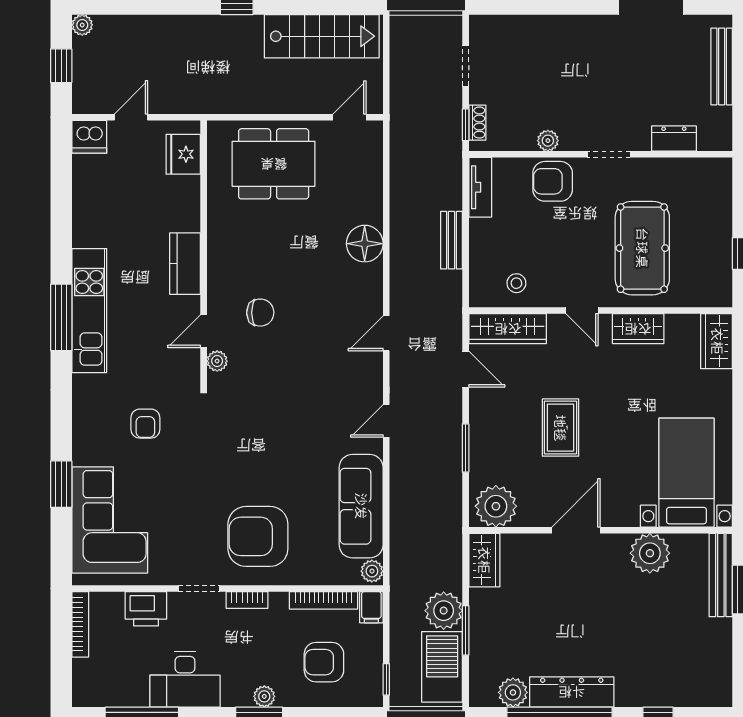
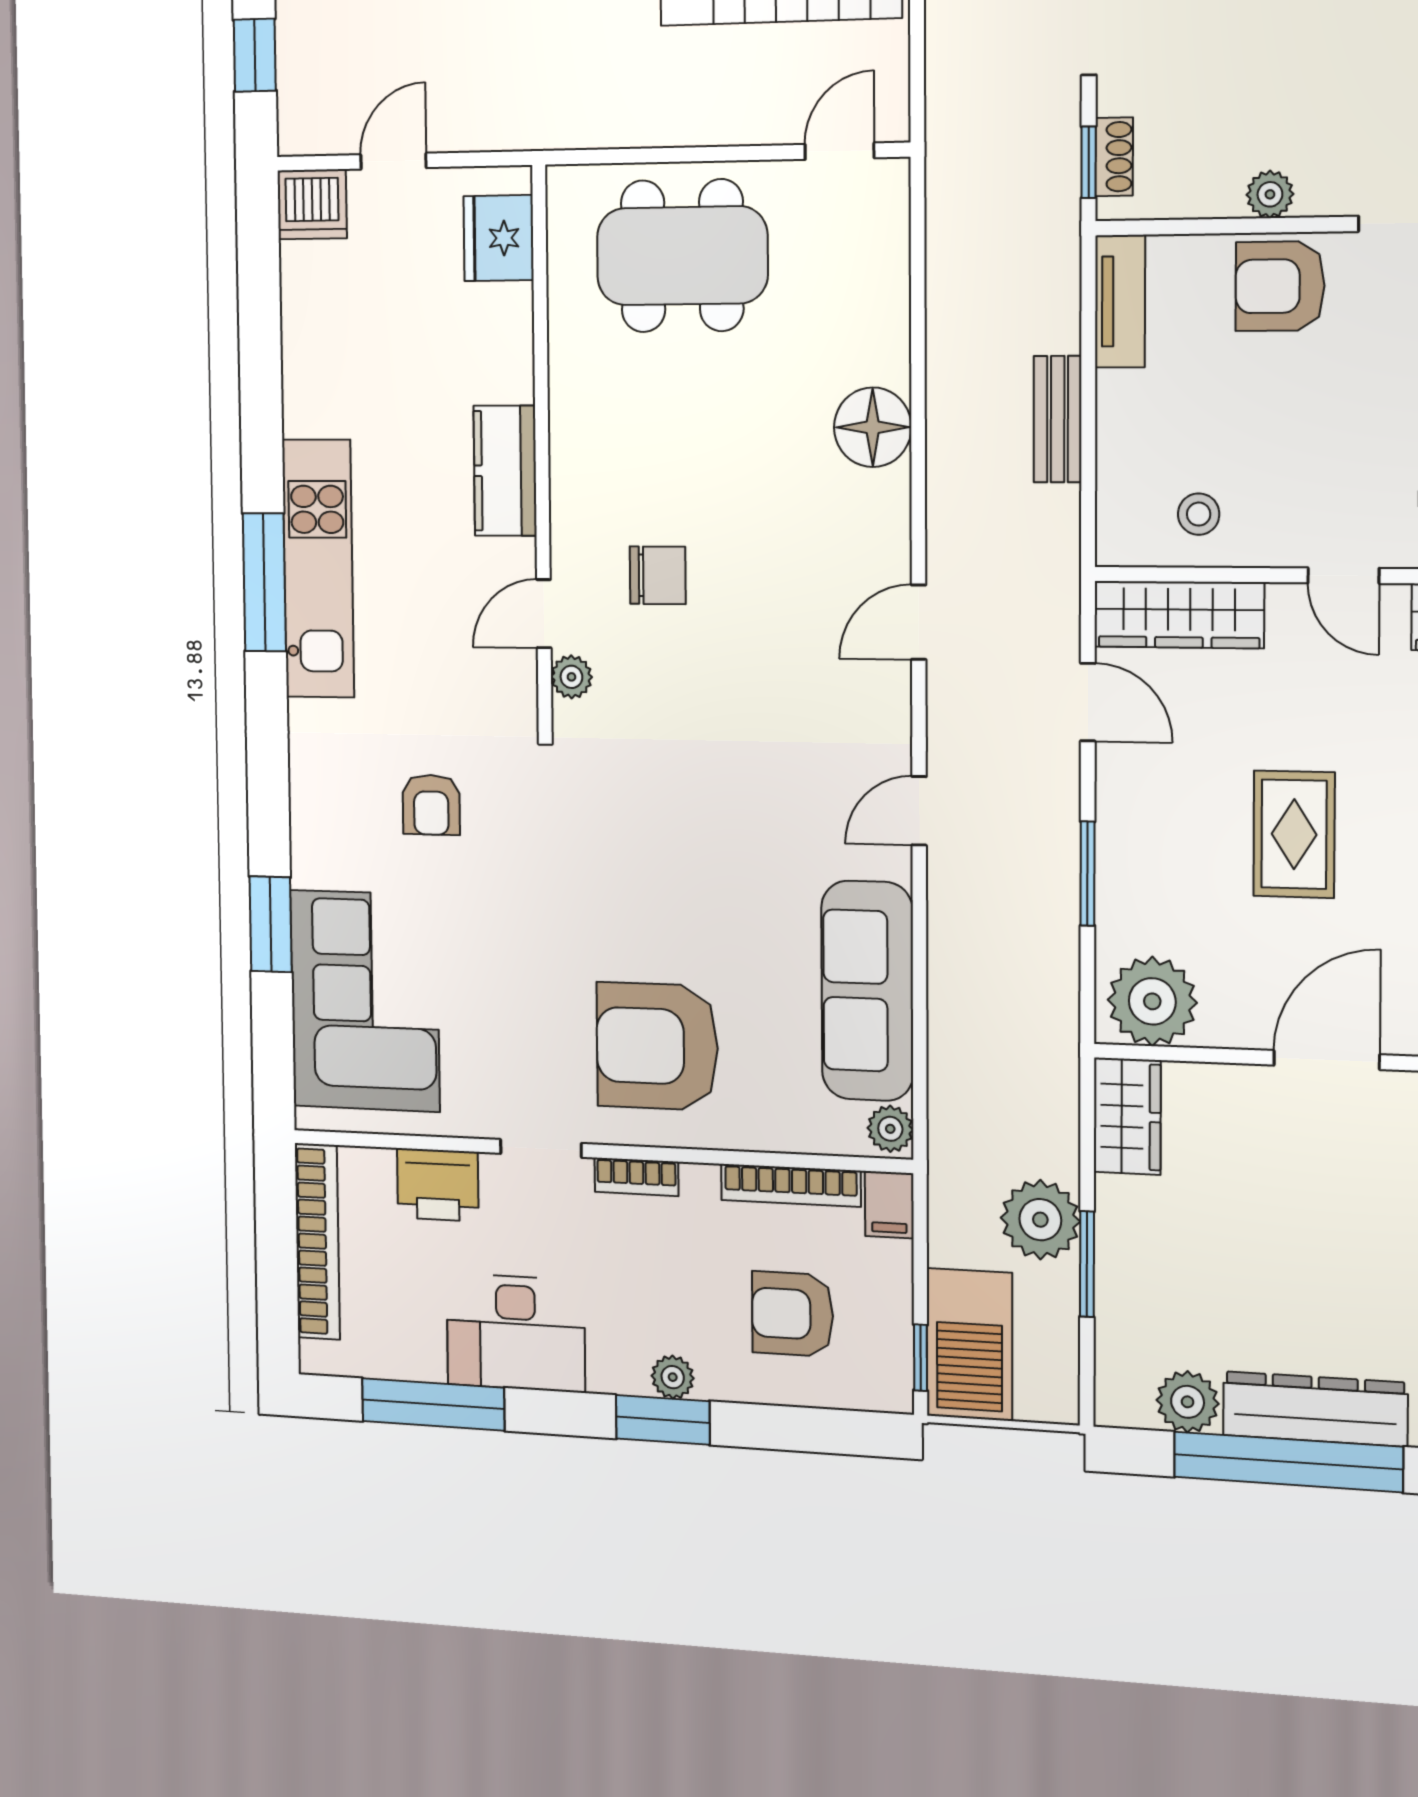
bookcase: (80, 624) -> (317, 1242), width x1.48, depth x1.31
barbecue: (442, 667) -> (969, 1344), moved, turned 180

